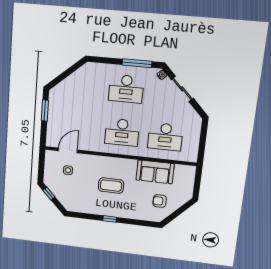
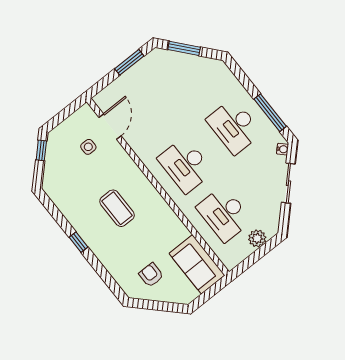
window: (63, 76) -> (184, 48), added
plant: (194, 132) -> (257, 238), added
door: (68, 150) -> (110, 127), hinge flipped
sofa: (155, 172) -> (197, 264), moved

